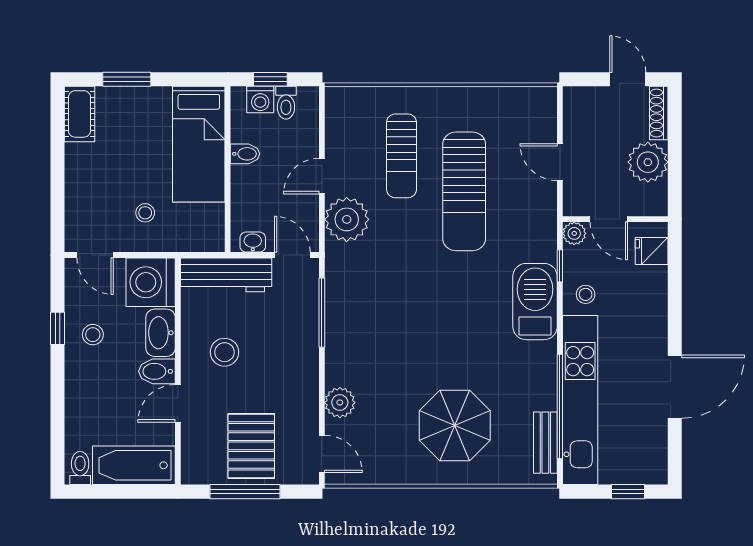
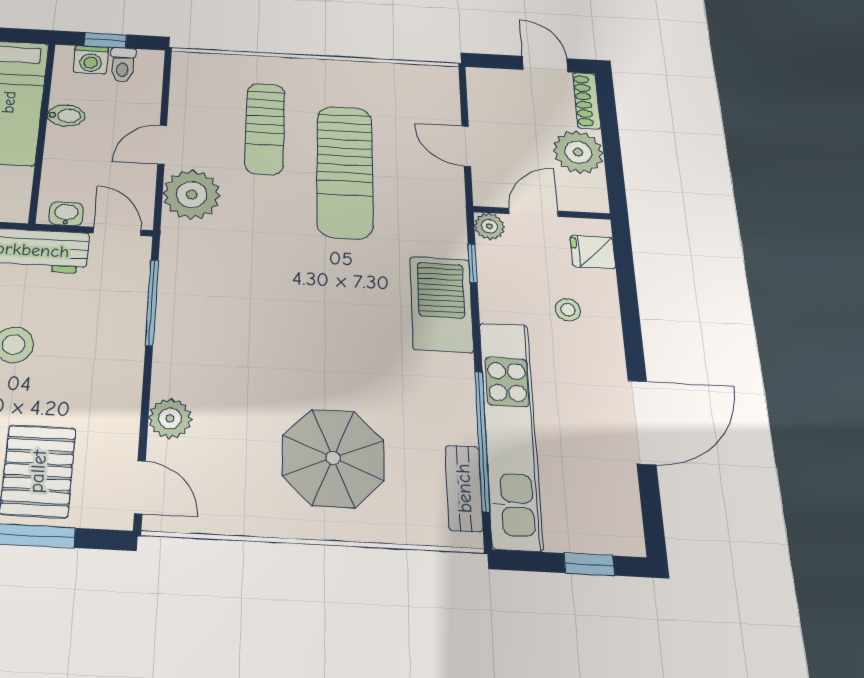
door: (609, 219) -> (533, 212), swing flipped
stool: (586, 294) -> (568, 310), moved

